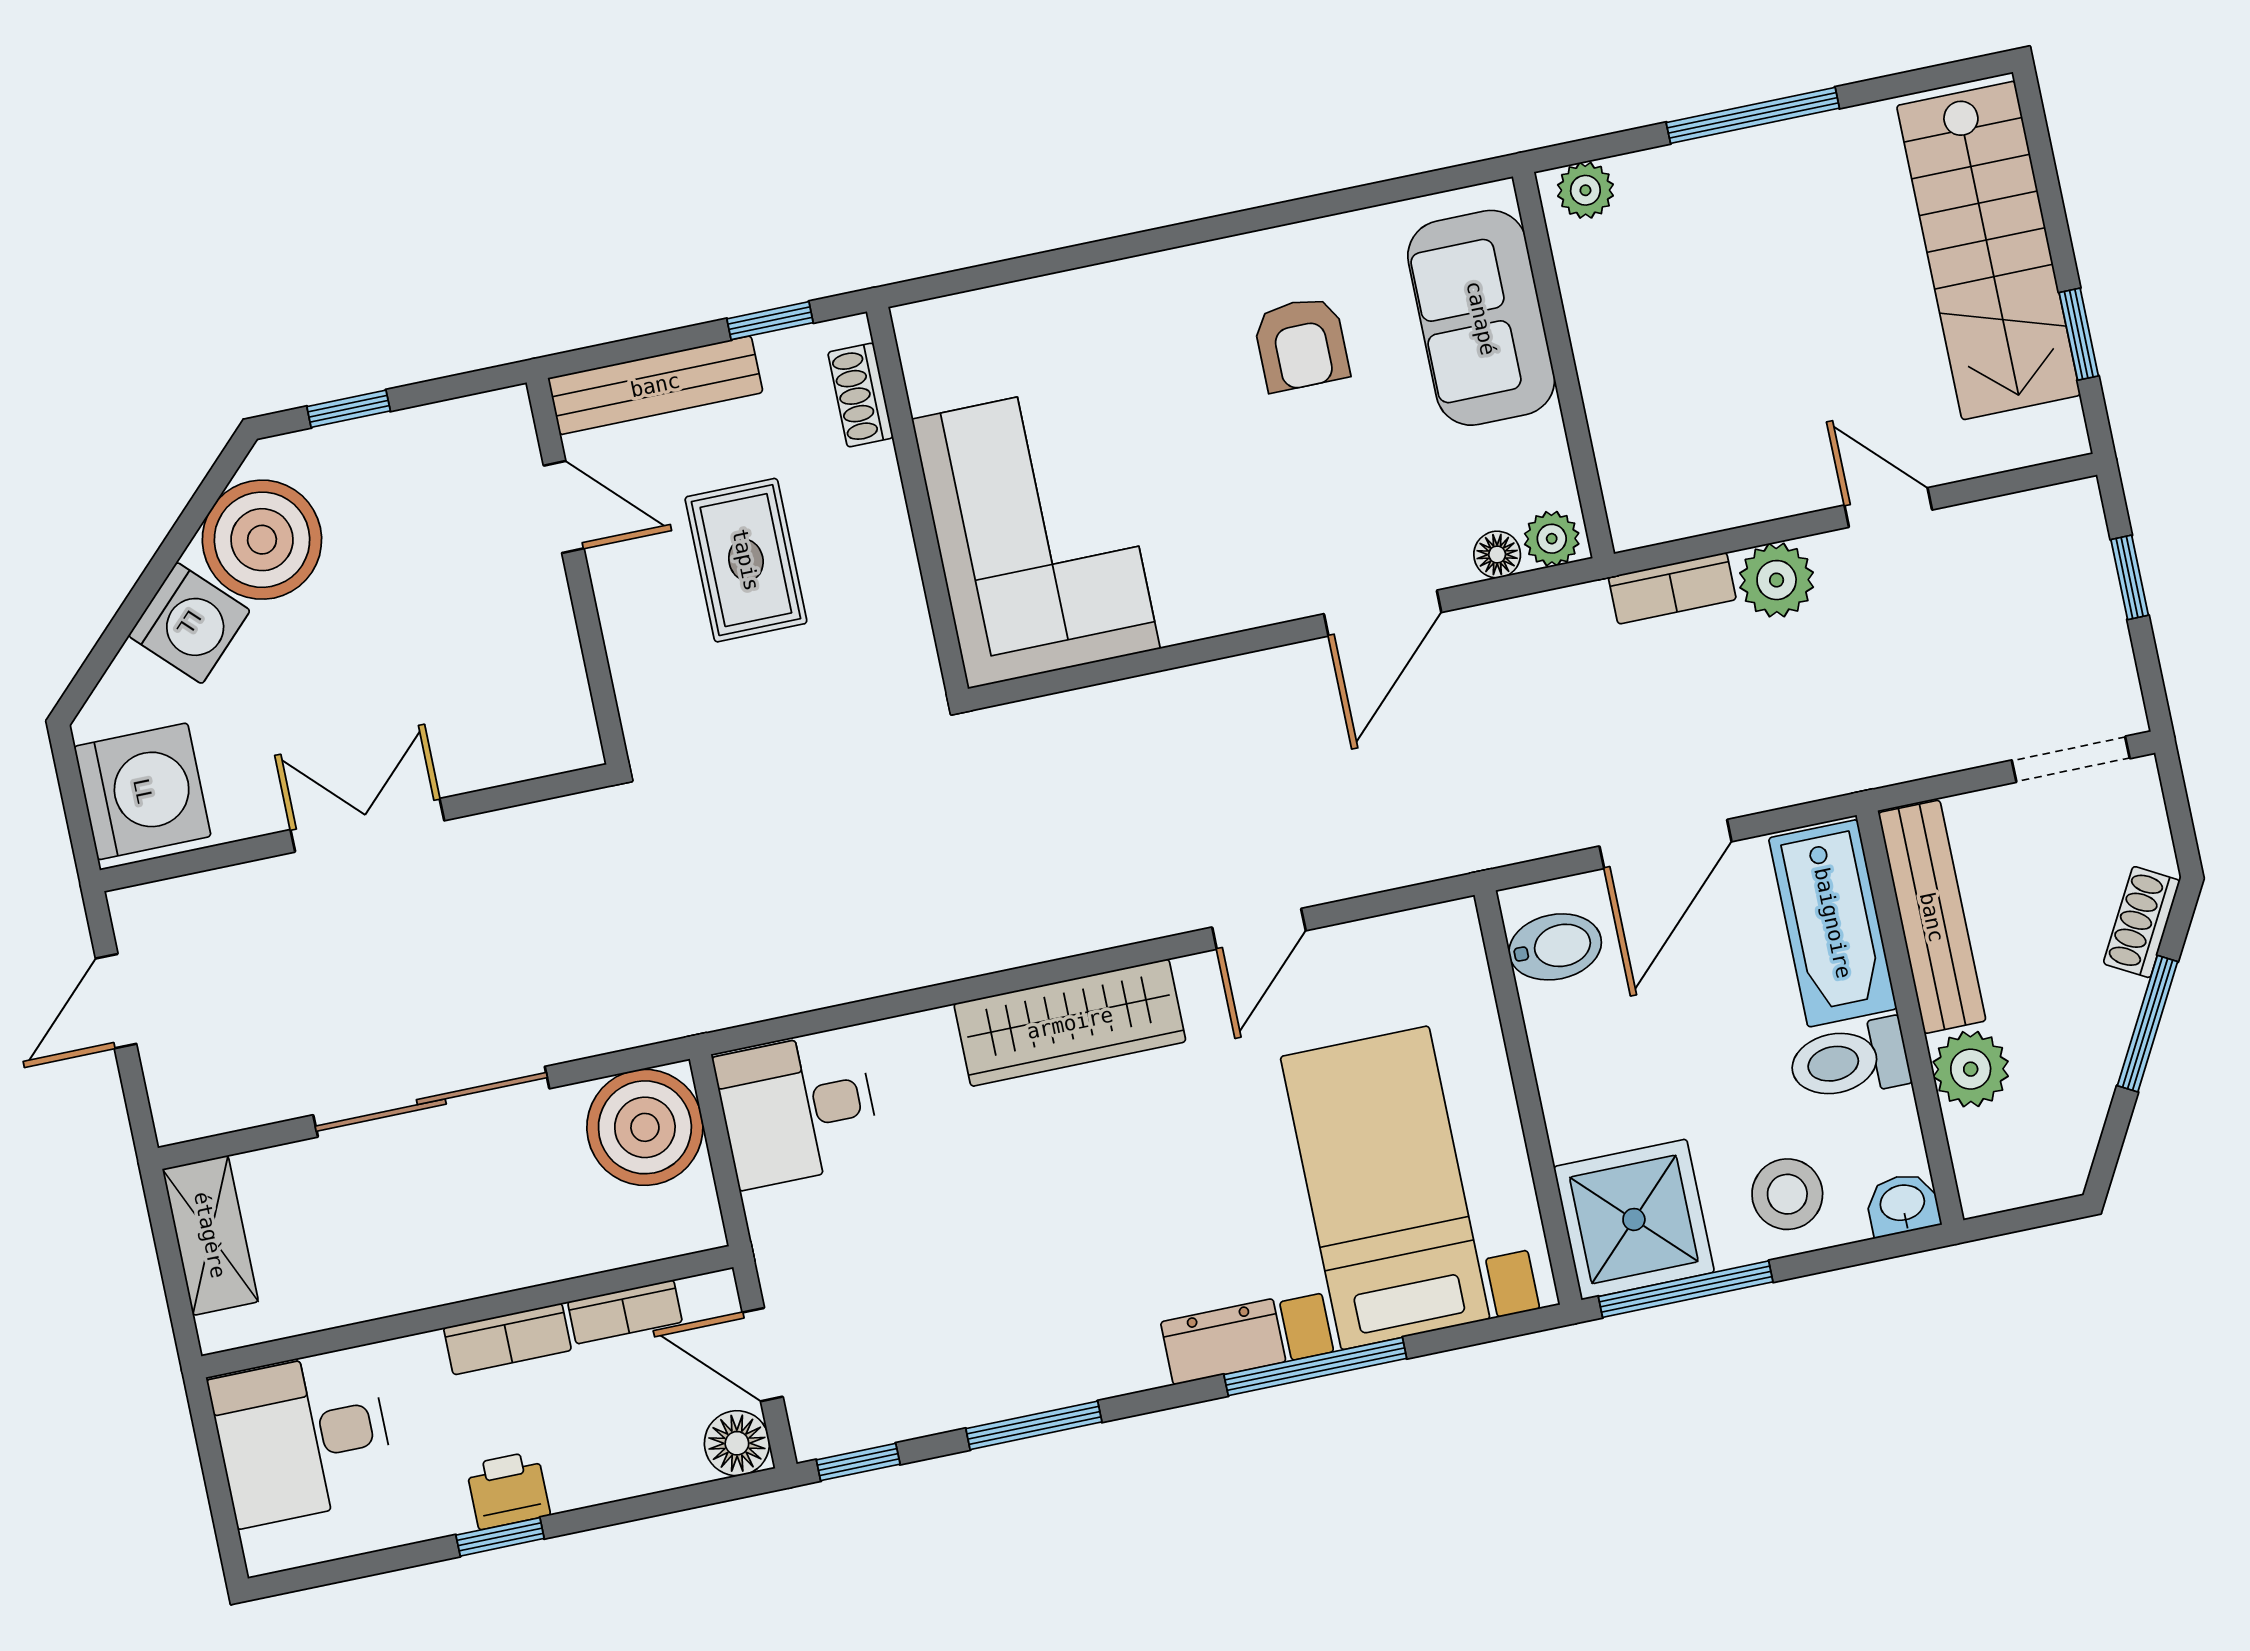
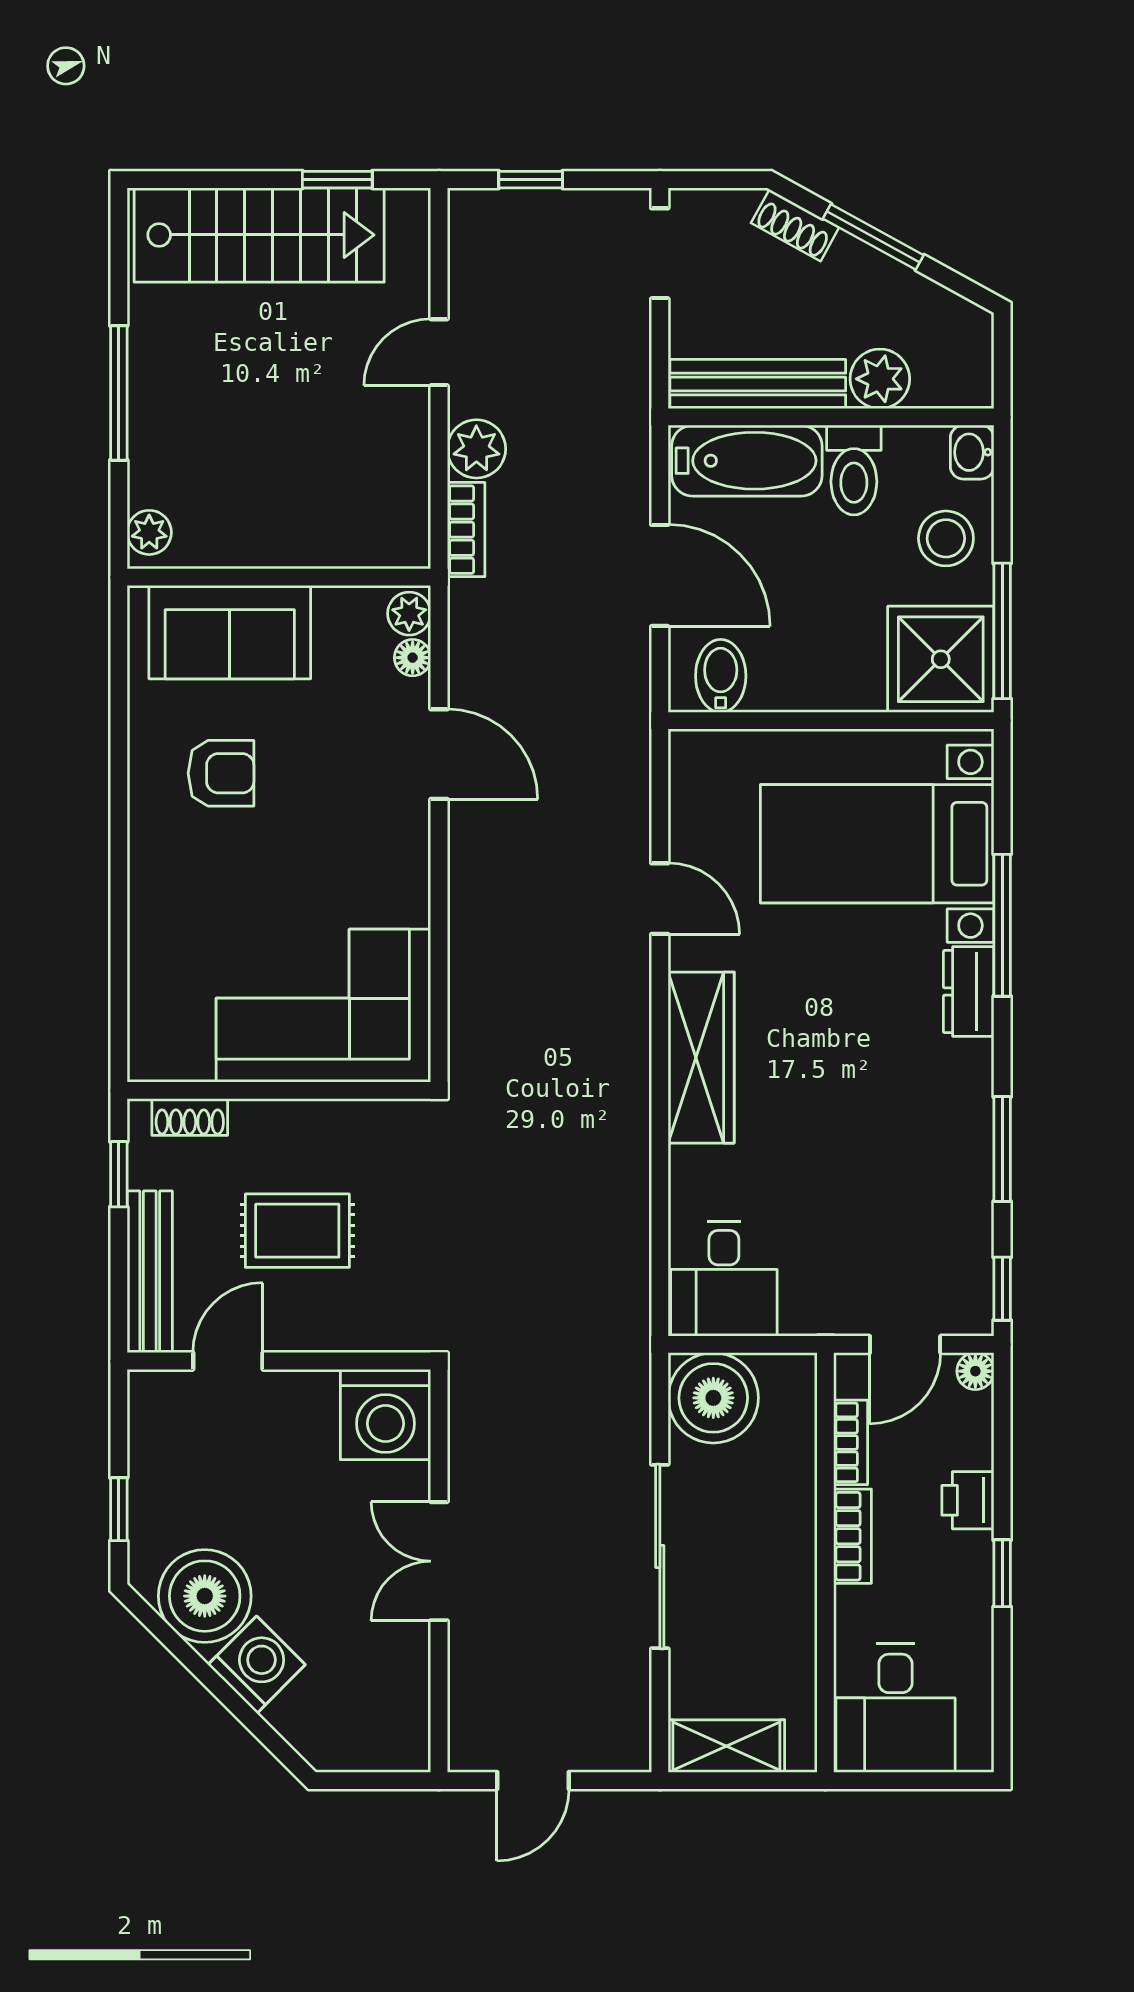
washing machine: (143, 791) -> (386, 1414), moved, turned 180
door: (116, 1001) -> (533, 1781), hinge flipped
floor lamp: (737, 1443) -> (975, 1371), width x0.73, depth x0.73
printer: (508, 1490) -> (968, 1500), moved

